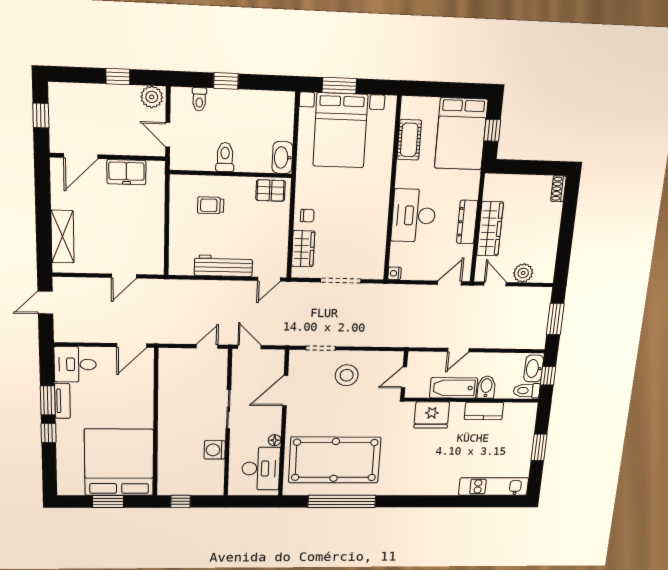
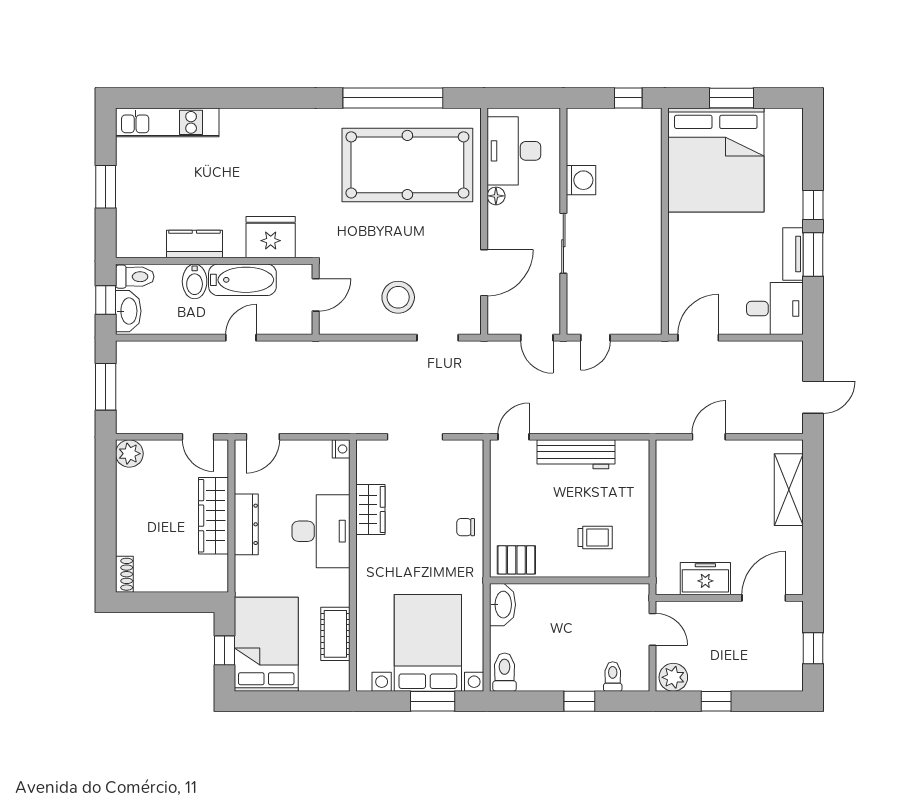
toilet: (225, 157) -> (505, 672), moved, turned 180
wardrobe: (303, 249) -> (370, 509), moved, turned 180
plant: (523, 273) -> (129, 454), moved

